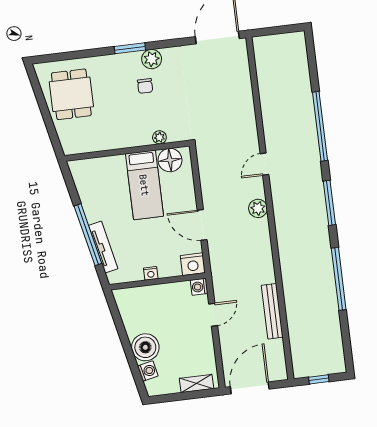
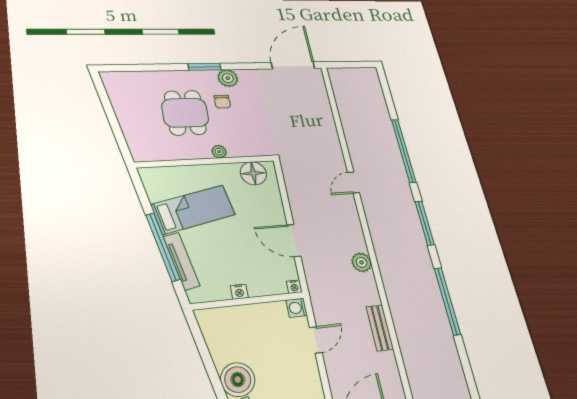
dining table: (71, 94) -> (185, 113), moved
plant: (159, 137) -> (219, 152), moved
bed: (144, 185) -> (193, 210), moved, turned -102
plant: (258, 208) -> (362, 262), moved
nightstand: (193, 264) -> (294, 287), width x0.53, depth x0.56
bench: (272, 311) -> (380, 328), width x0.73

